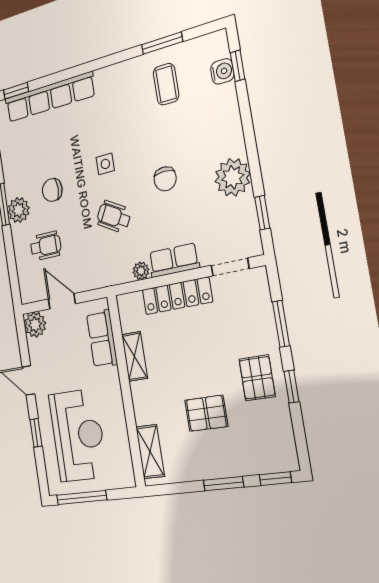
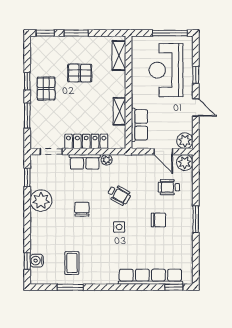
plant: (19, 210) -> (185, 163), moved

